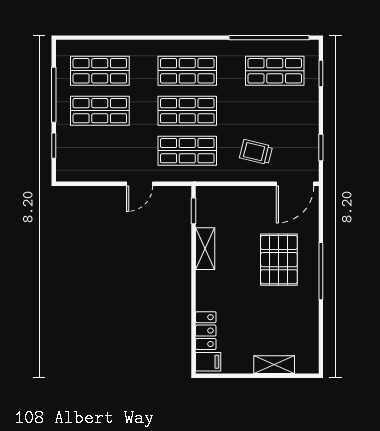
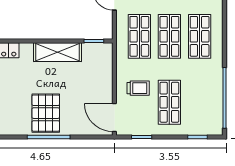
shop shelf: (275, 71) -> (169, 102), moved
trolley: (256, 152) -> (138, 88), turned 76
shelving: (205, 249) -> (58, 52), width x1.50, depth x1.33
pallet: (279, 260) -> (46, 113), moved, turned 90

